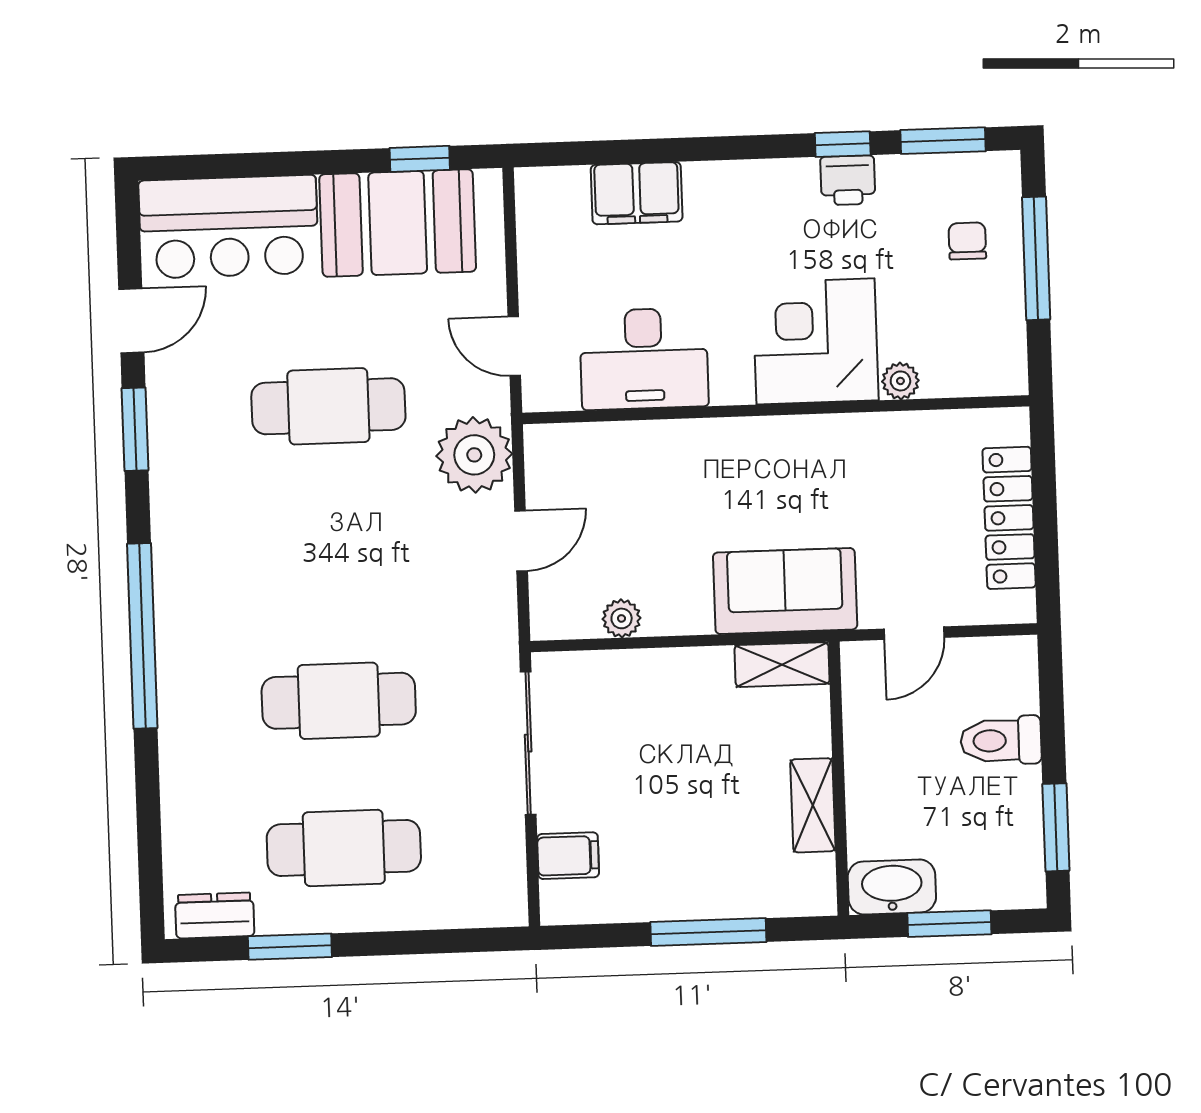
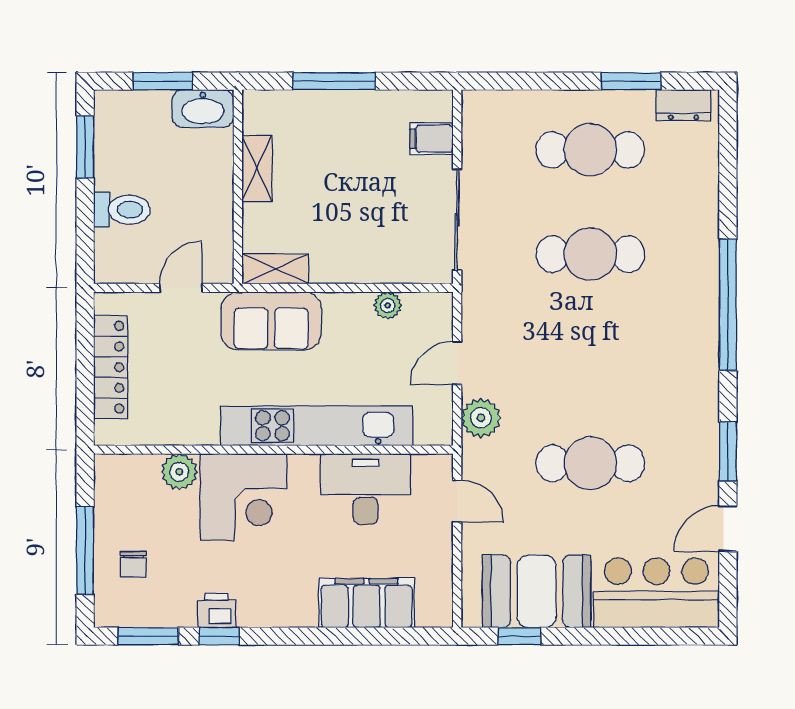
filing cabinet: (637, 193) -> (367, 603), width x1.50, depth x1.17
plant: (900, 381) -> (179, 472), width x1.38, depth x1.38
kitchen unit: (716, 445) -> (317, 426), added
plant: (474, 455) -> (481, 418), width x0.73, depth x0.73

